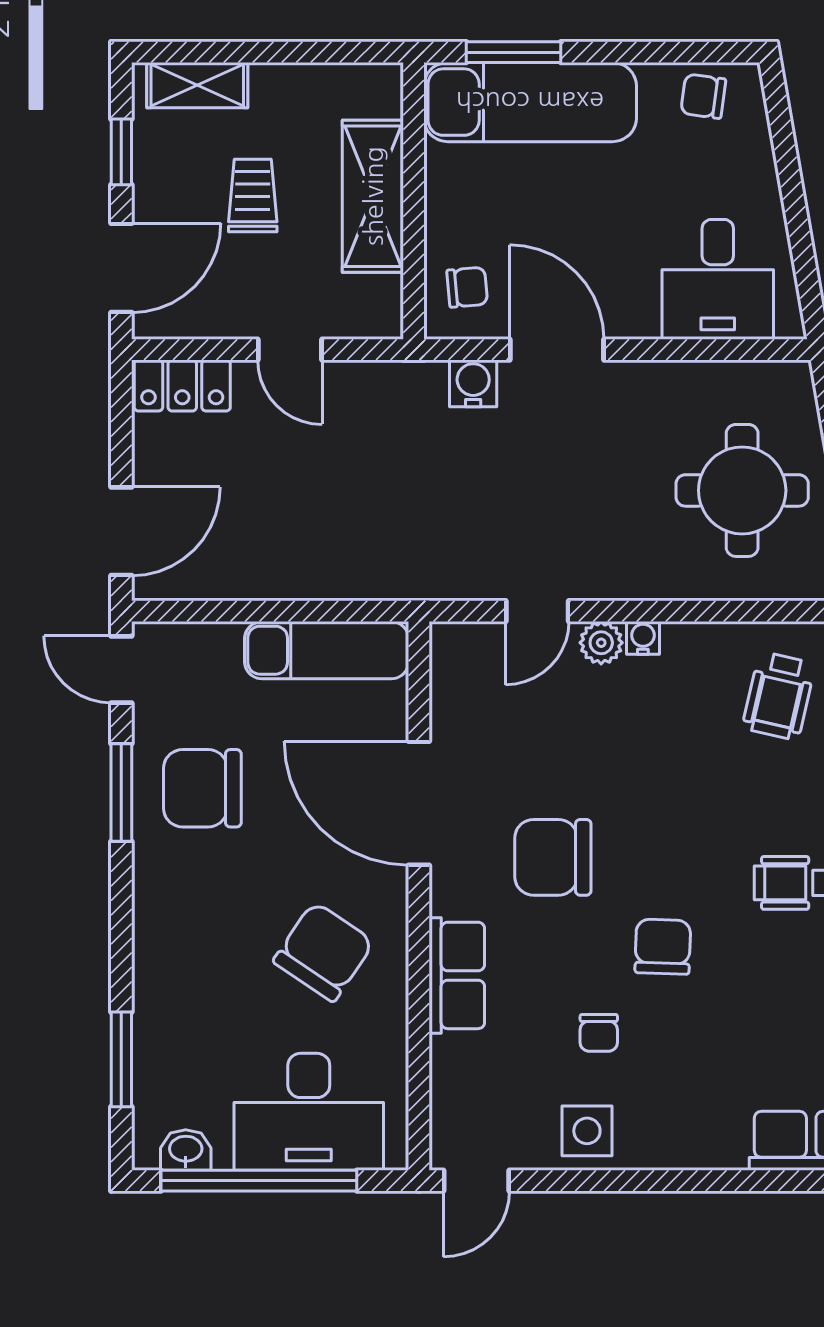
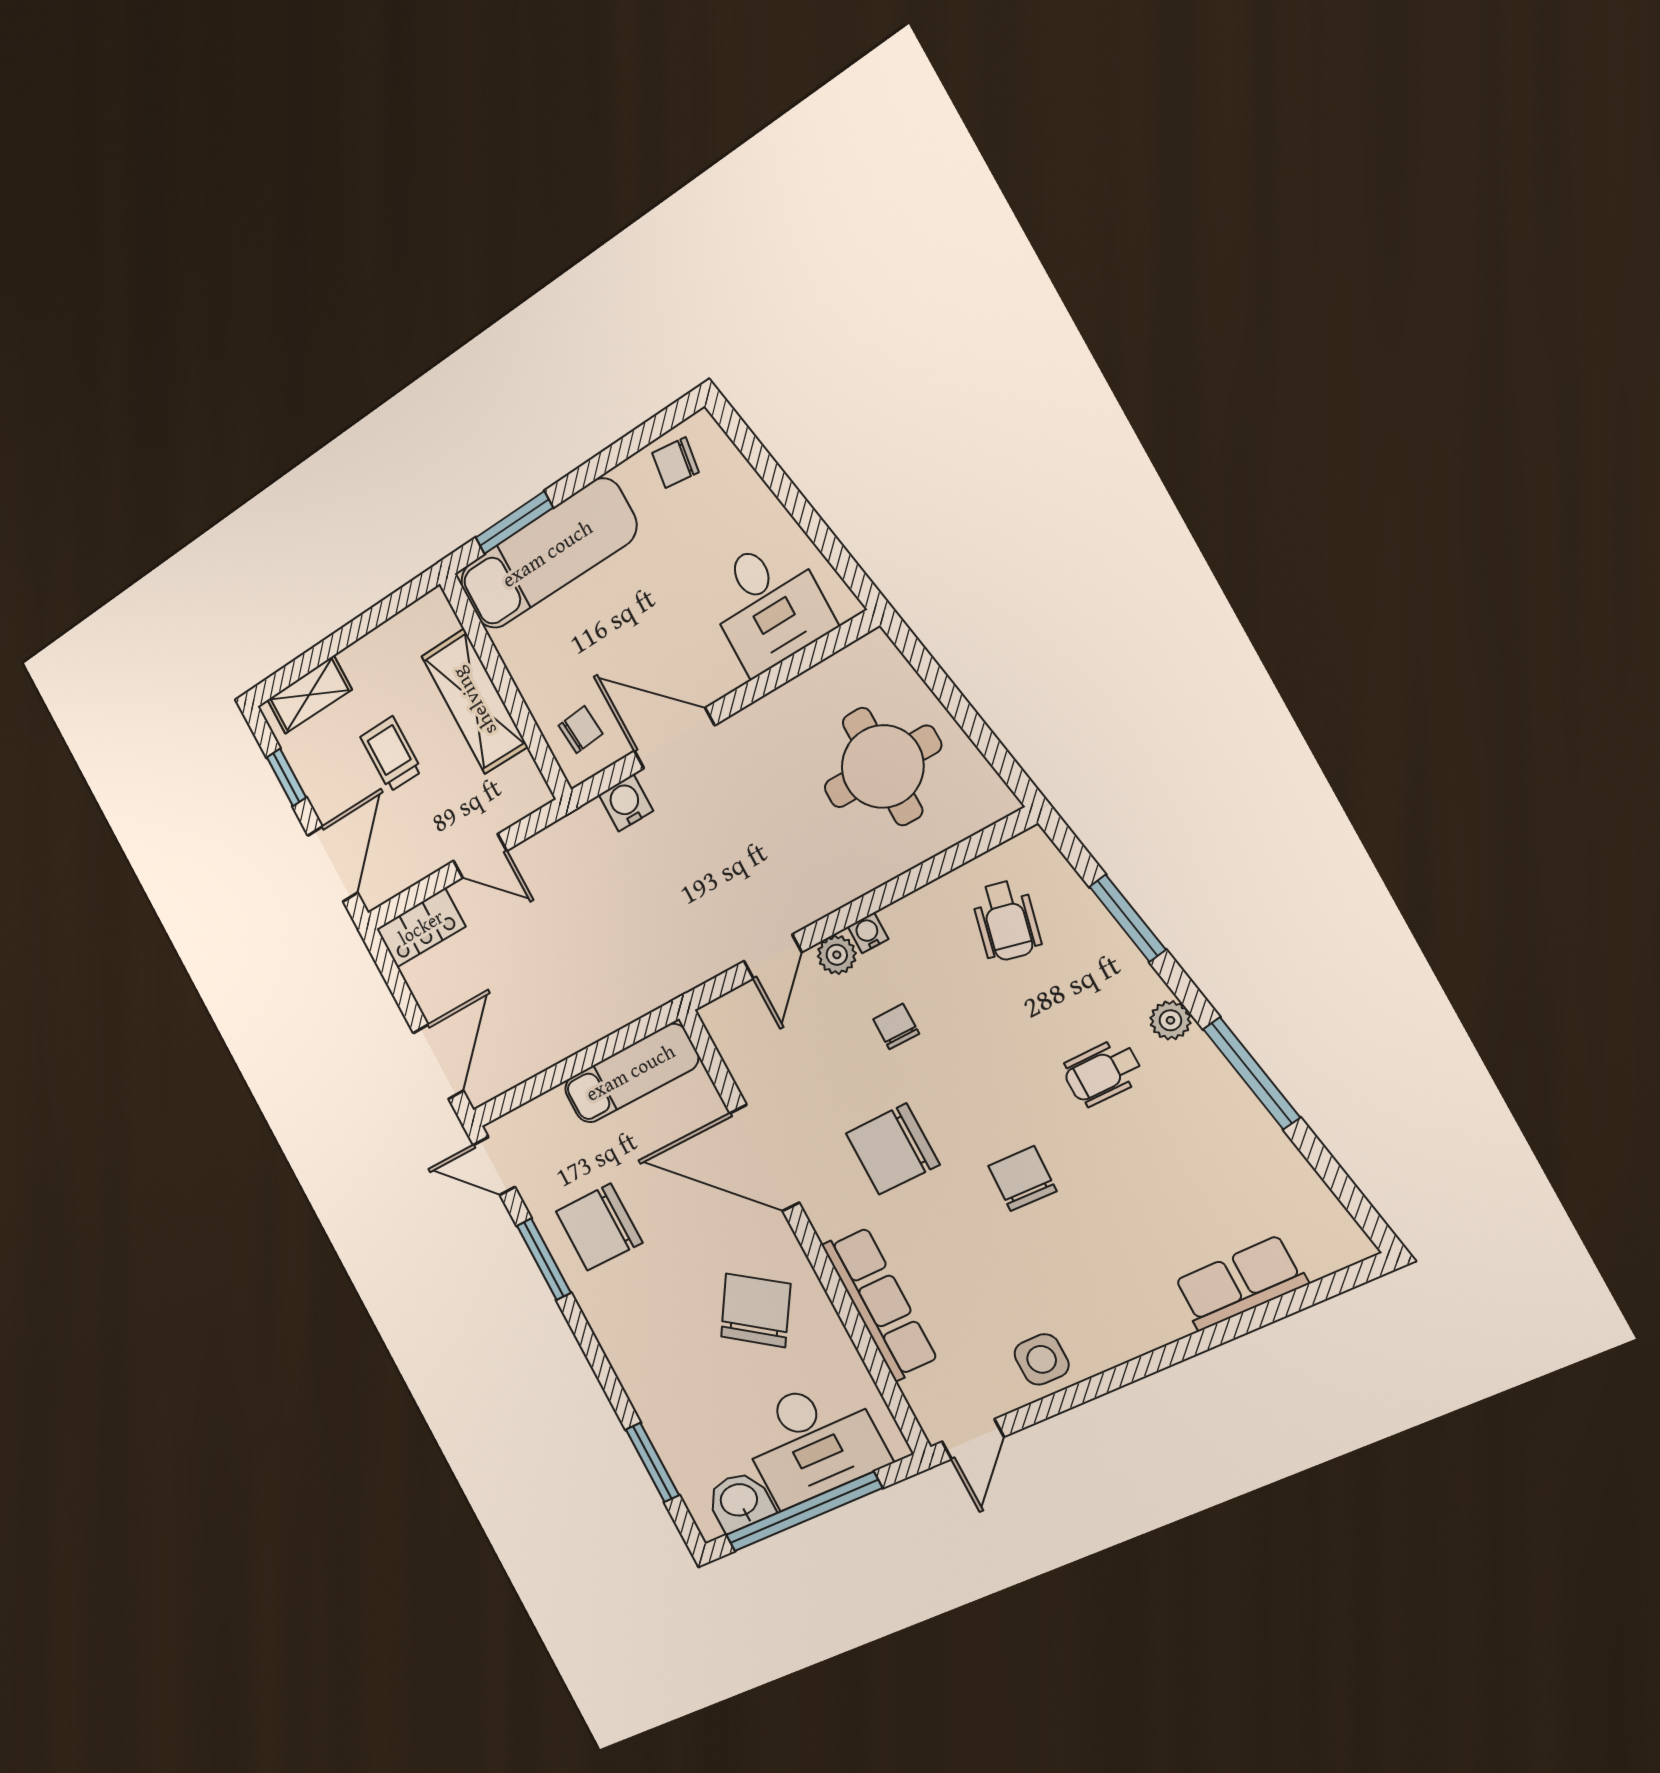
row of seats: (457, 975) -> (880, 1303), width x1.48
chair: (599, 1033) -> (896, 1026), moved, turned 180
washbasin: (186, 1150) -> (740, 1501), width x1.38, depth x1.45

